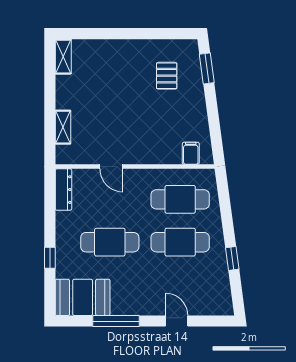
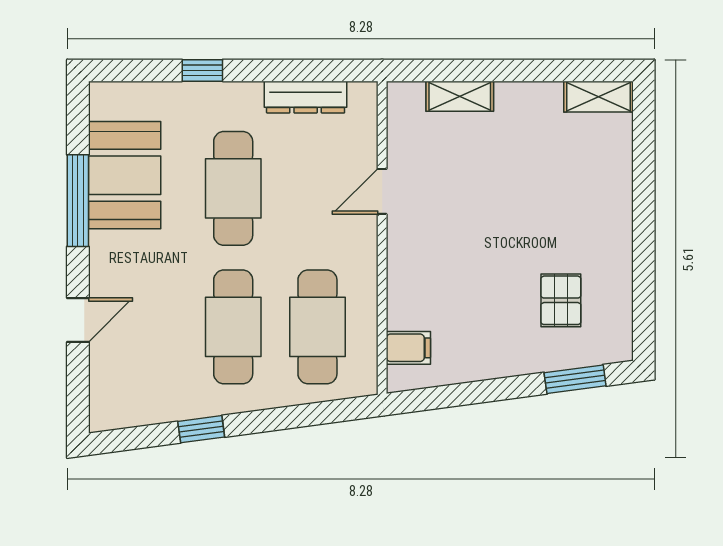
pallet: (167, 76) -> (561, 300), turned 90
dresser: (63, 190) -> (306, 97), moved
booth: (83, 297) -> (125, 175), moved

